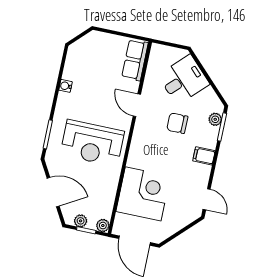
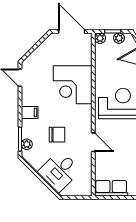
row of seats: (135, 60) -> (111, 188), moved, turned -90
corner desk: (143, 194) -> (73, 85), moved

